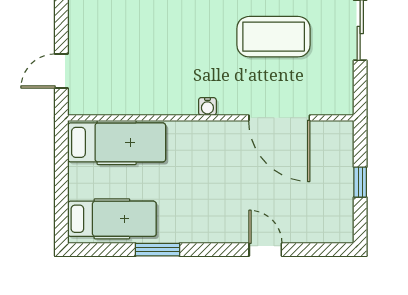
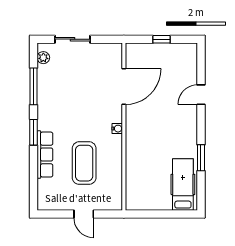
coffee table: (274, 37) -> (84, 163), moved
door: (61, 71) -> (84, 214), moved
hospital bed: (117, 142) -> (138, 182), removed

